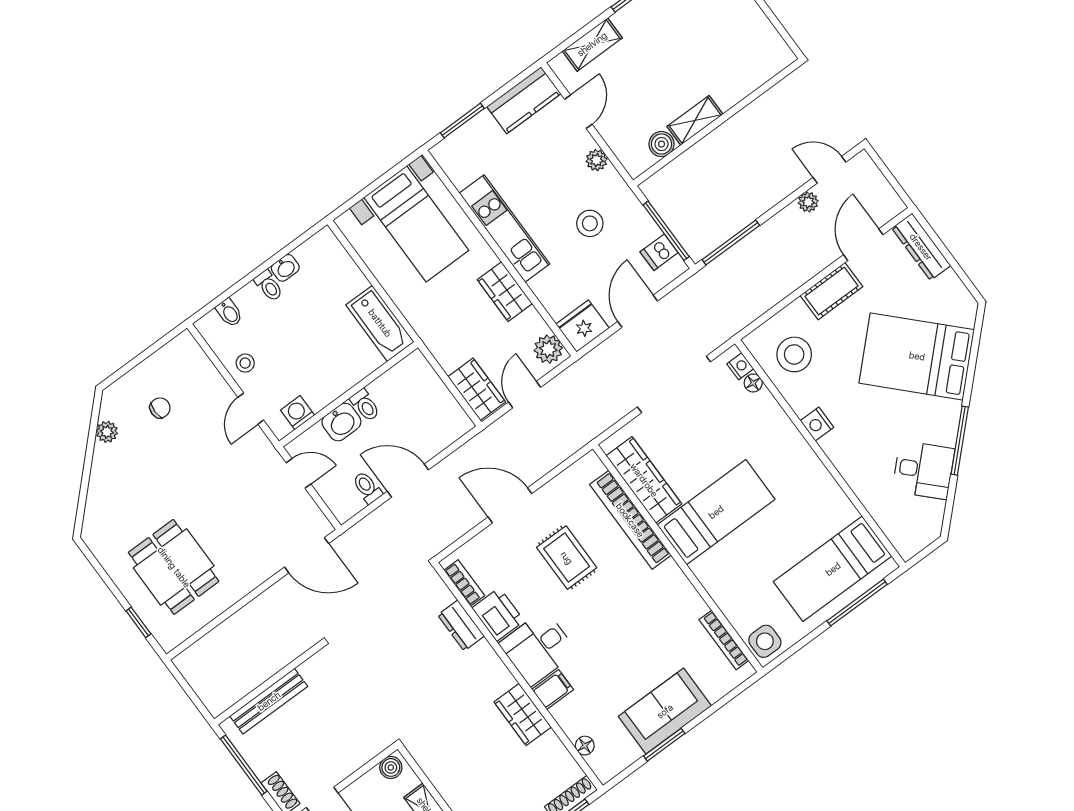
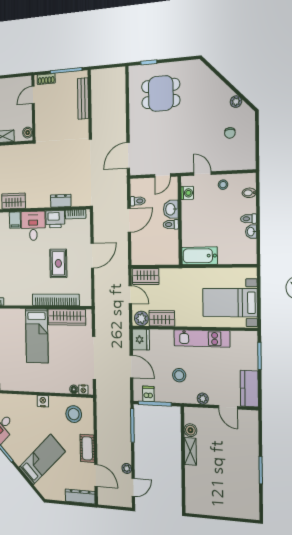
shelving: (592, 44) -> (252, 436), removed
wardrobe: (505, 292) -> (162, 318), moved
bed: (917, 356) -> (42, 459), width x0.67
rug: (567, 558) -> (58, 263), turned 90

